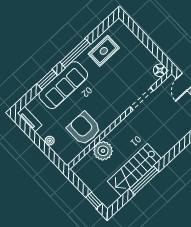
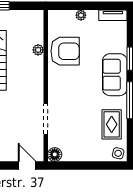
side table: (119, 28) -> (118, 153), added
sofa: (63, 85) -> (115, 75), width x0.73
plant: (103, 151) -> (38, 50), width x0.53, depth x0.53

